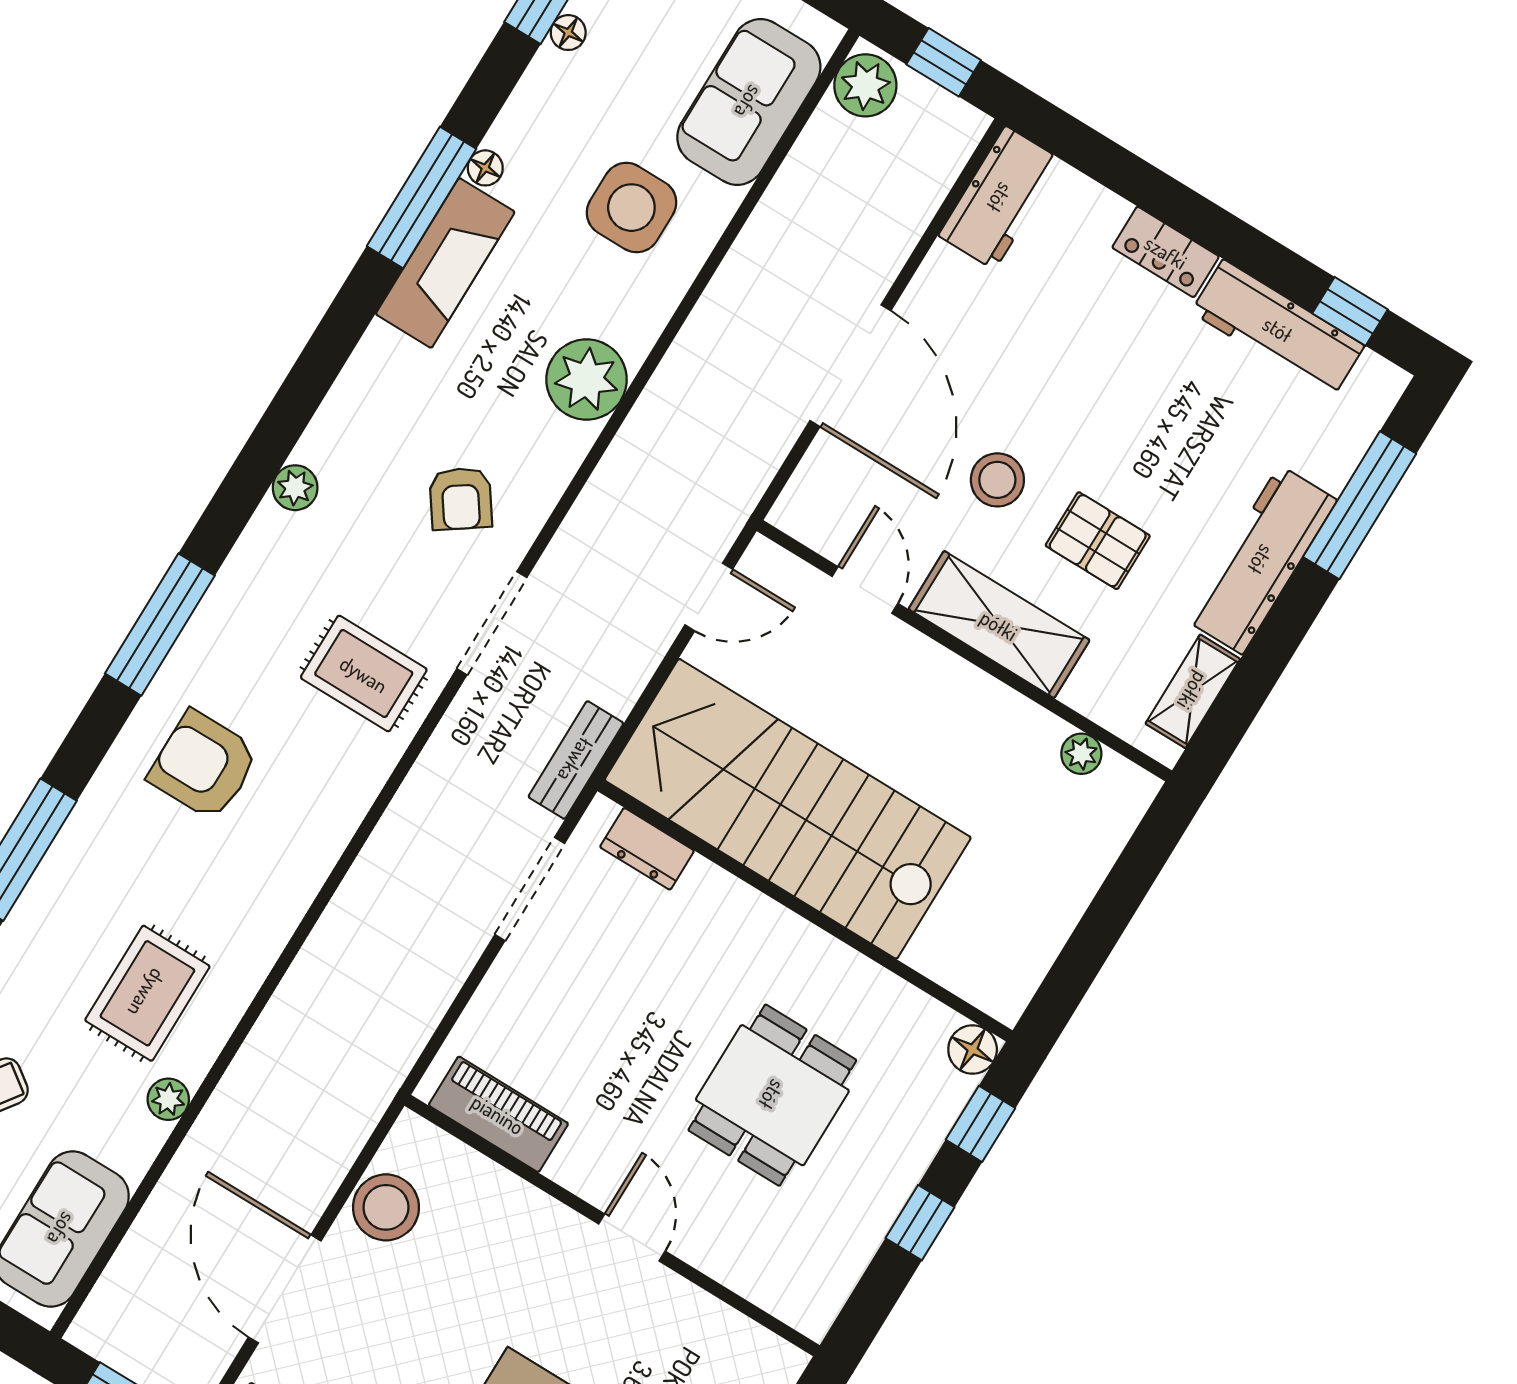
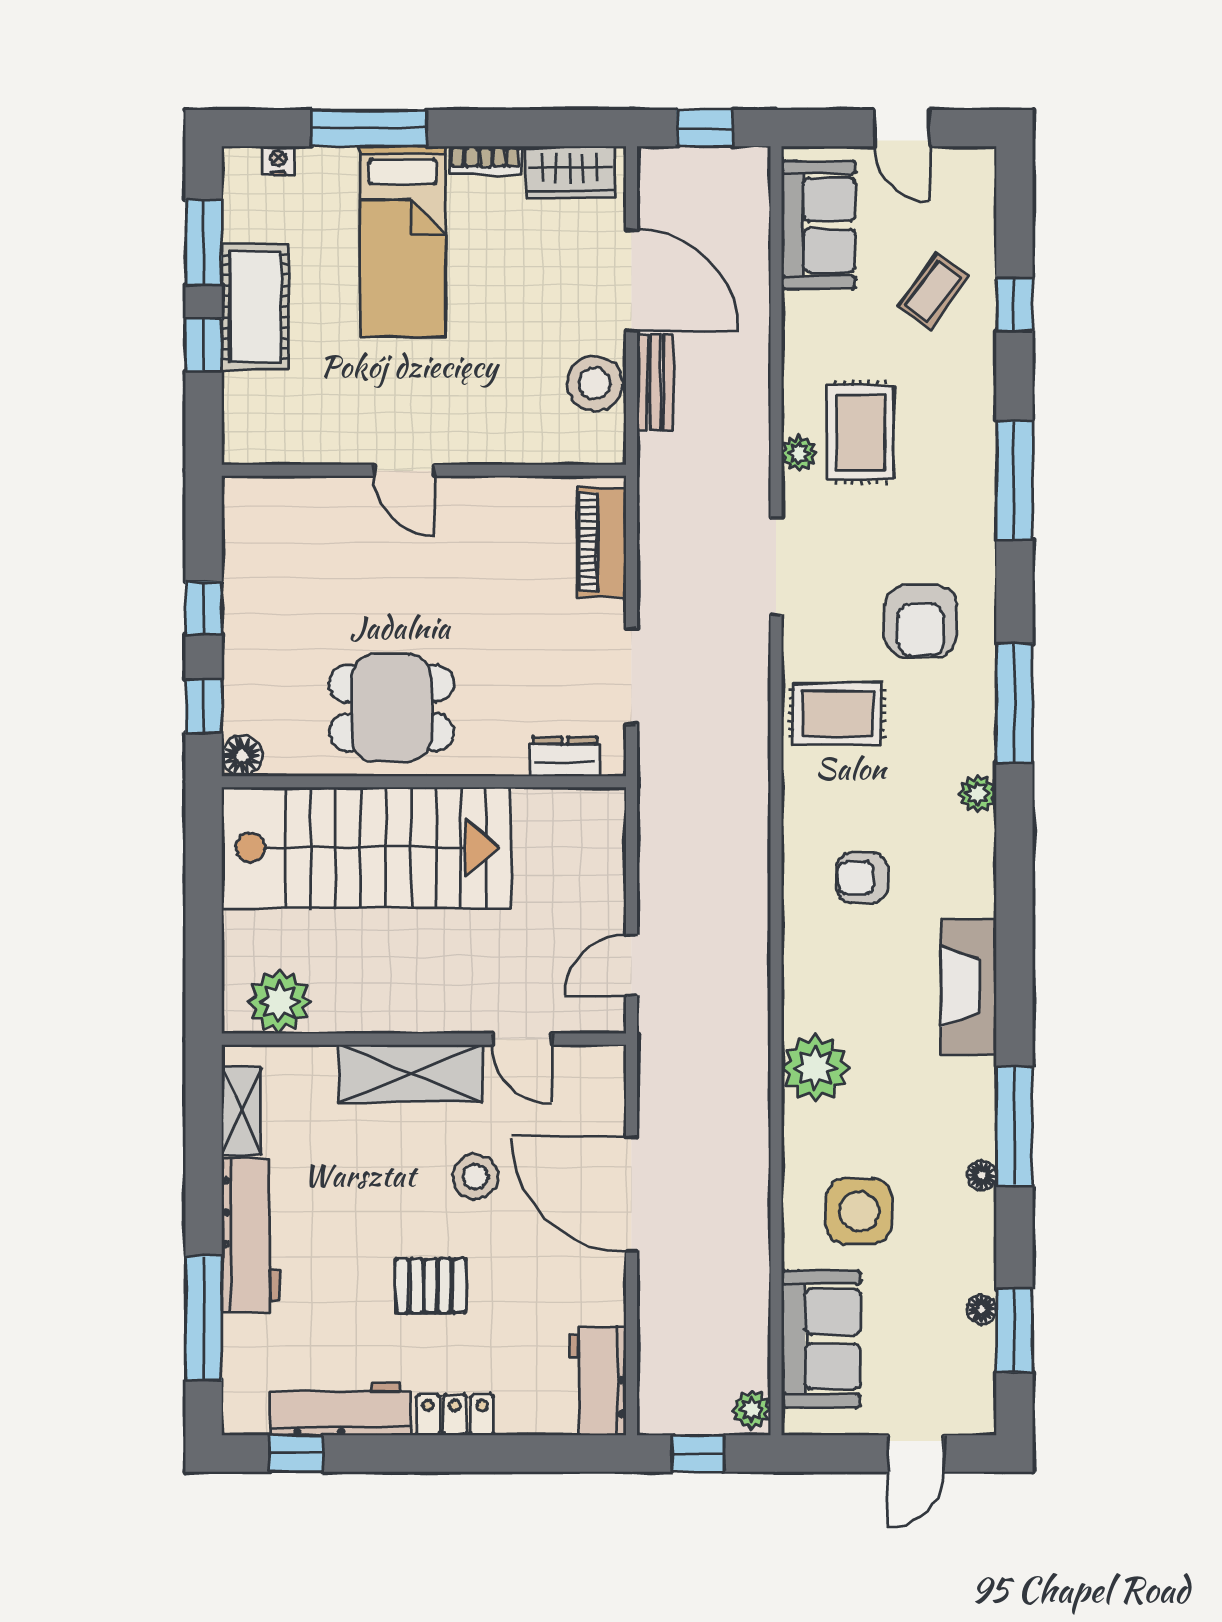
plant: (865, 85) -> (752, 1410), width x0.73, depth x0.73
fireplace: (445, 263) -> (969, 987), moved
plant: (295, 488) -> (977, 793), moved
armchair: (461, 499) -> (862, 878), moved, turned -55
pallet: (1098, 541) -> (431, 1286), moved
doorway: (492, 623) -> (776, 567), moved
rug: (364, 674) -> (837, 714), moved
plant: (1081, 754) -> (279, 1002), width x1.88, depth x1.88
bench: (576, 760) -> (655, 382), moved
armchair: (204, 765) -> (921, 621), turned 90
stairs: (788, 809) -> (366, 848), moved
dining table: (772, 1095) -> (391, 708), moved, turned 90
plant: (168, 1099) -> (799, 453), moved
piano: (498, 1114) -> (602, 542), moved, turned 90

